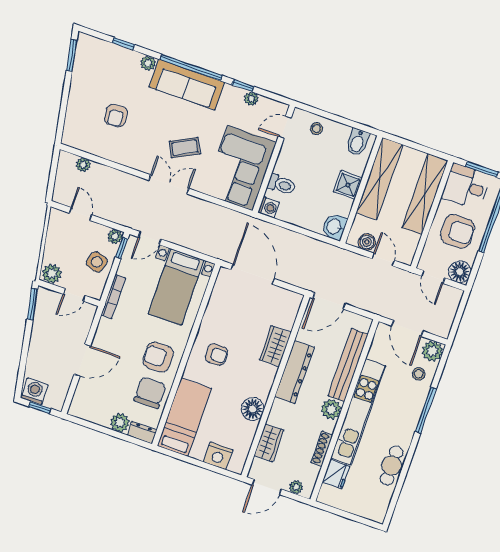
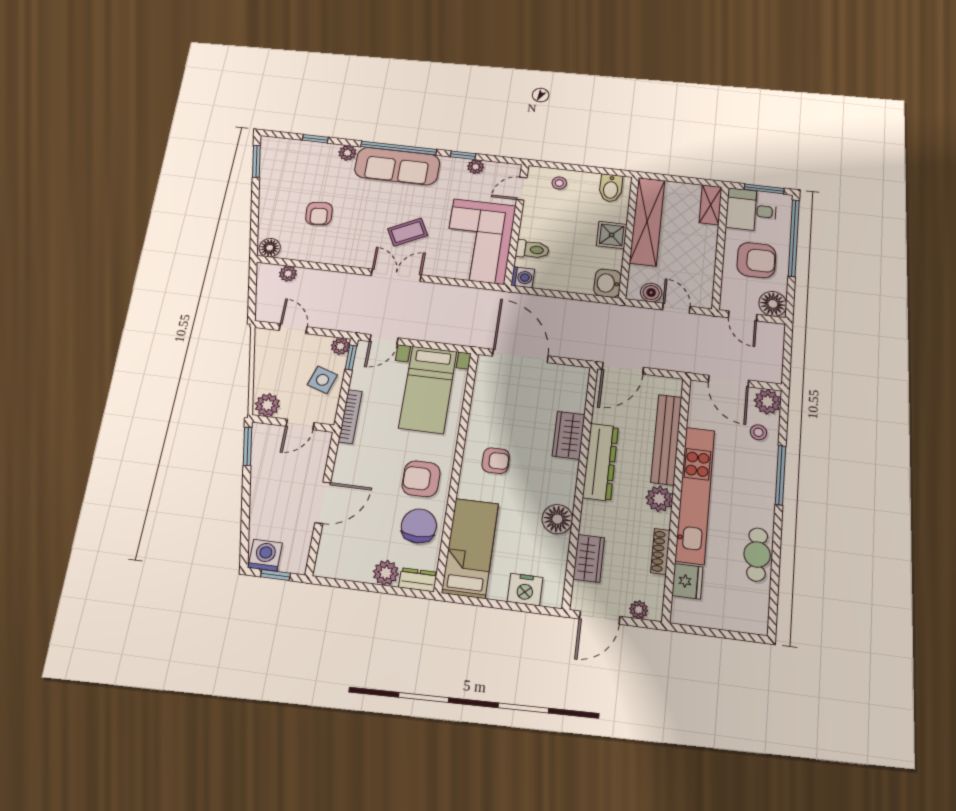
floor lamp: (72, 138) -> (270, 248), added
shelving: (425, 194) -> (711, 205), width x0.45, depth x0.75

